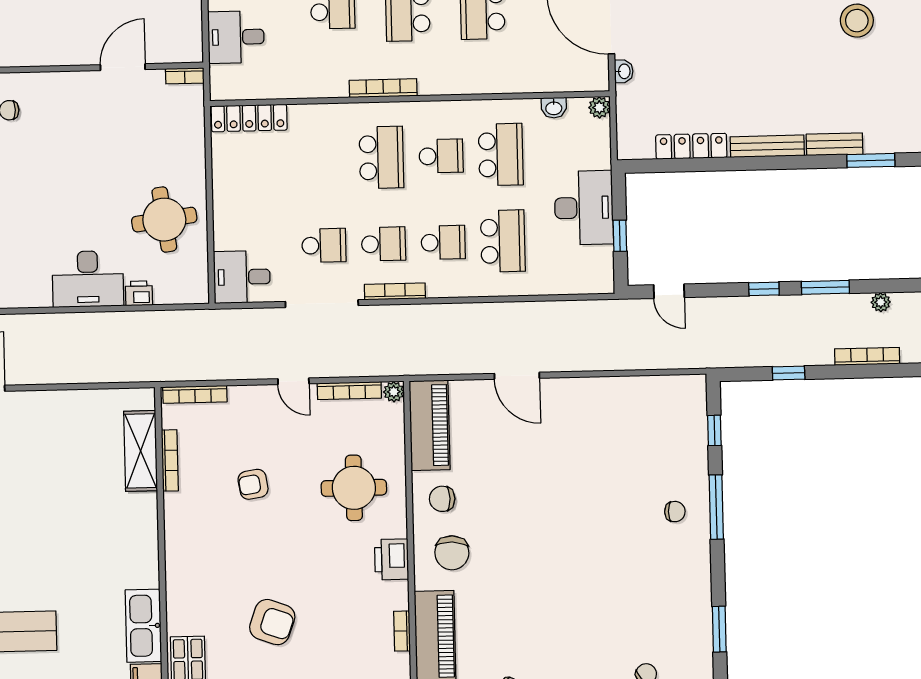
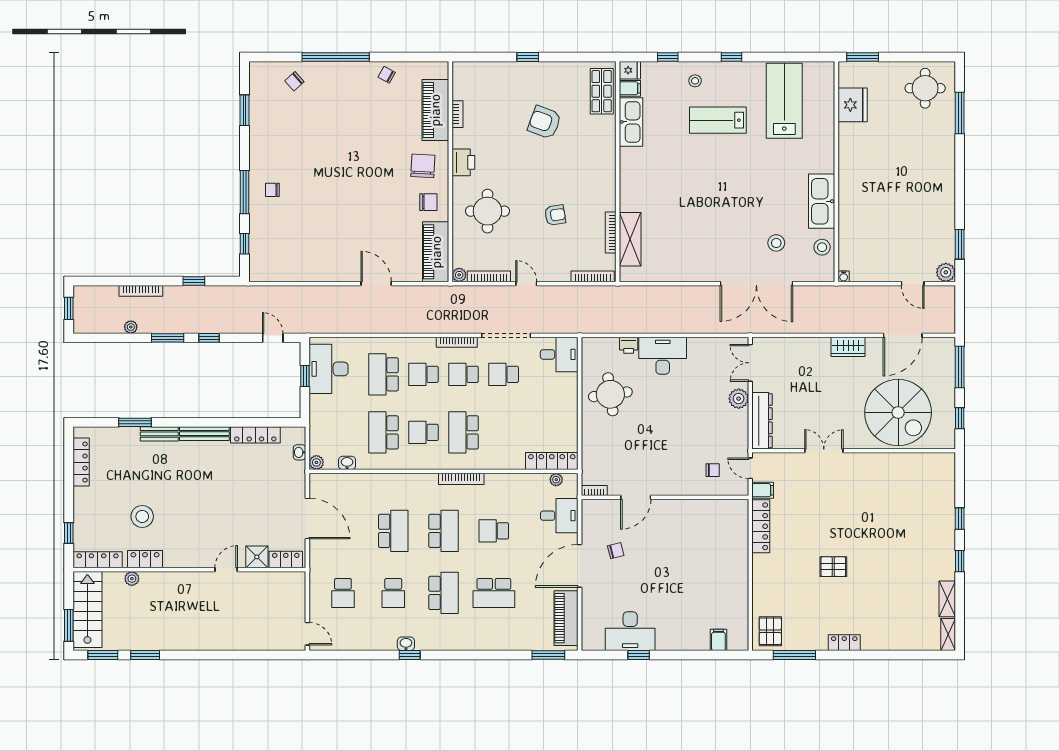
washbasin: (624, 71) -> (299, 452), moved
plant: (242, 90) -> (556, 480), added
desk: (584, 208) -> (329, 369), moved

